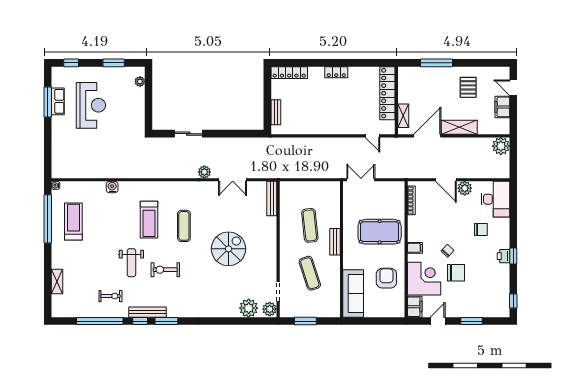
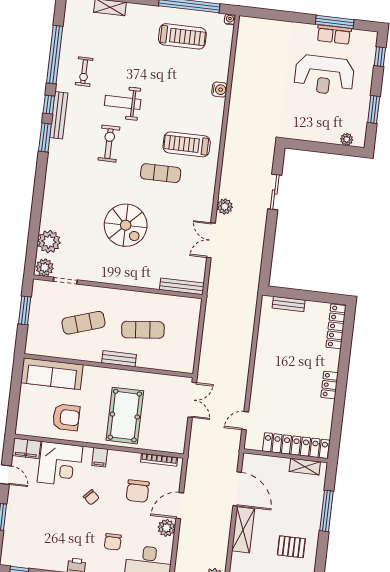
shelving: (403, 116) -> (305, 467), moved
treadmill: (149, 220) -> (187, 144), moved
chair: (456, 273) -> (138, 491), moved

